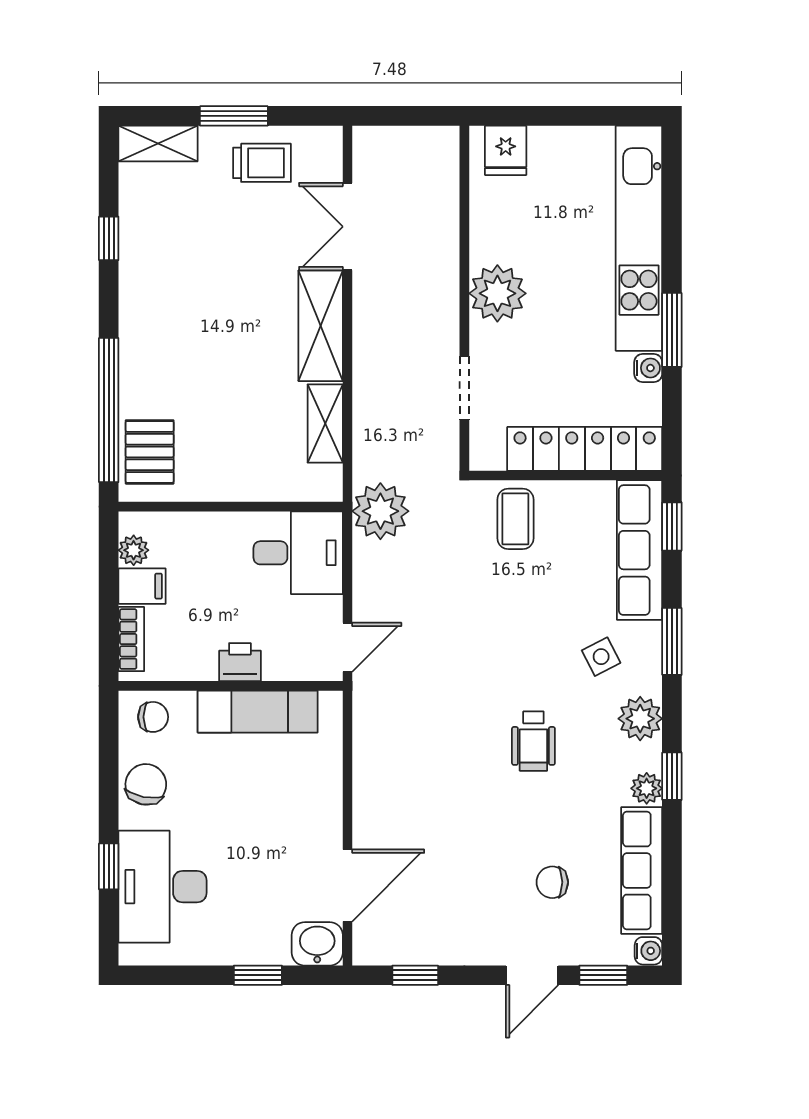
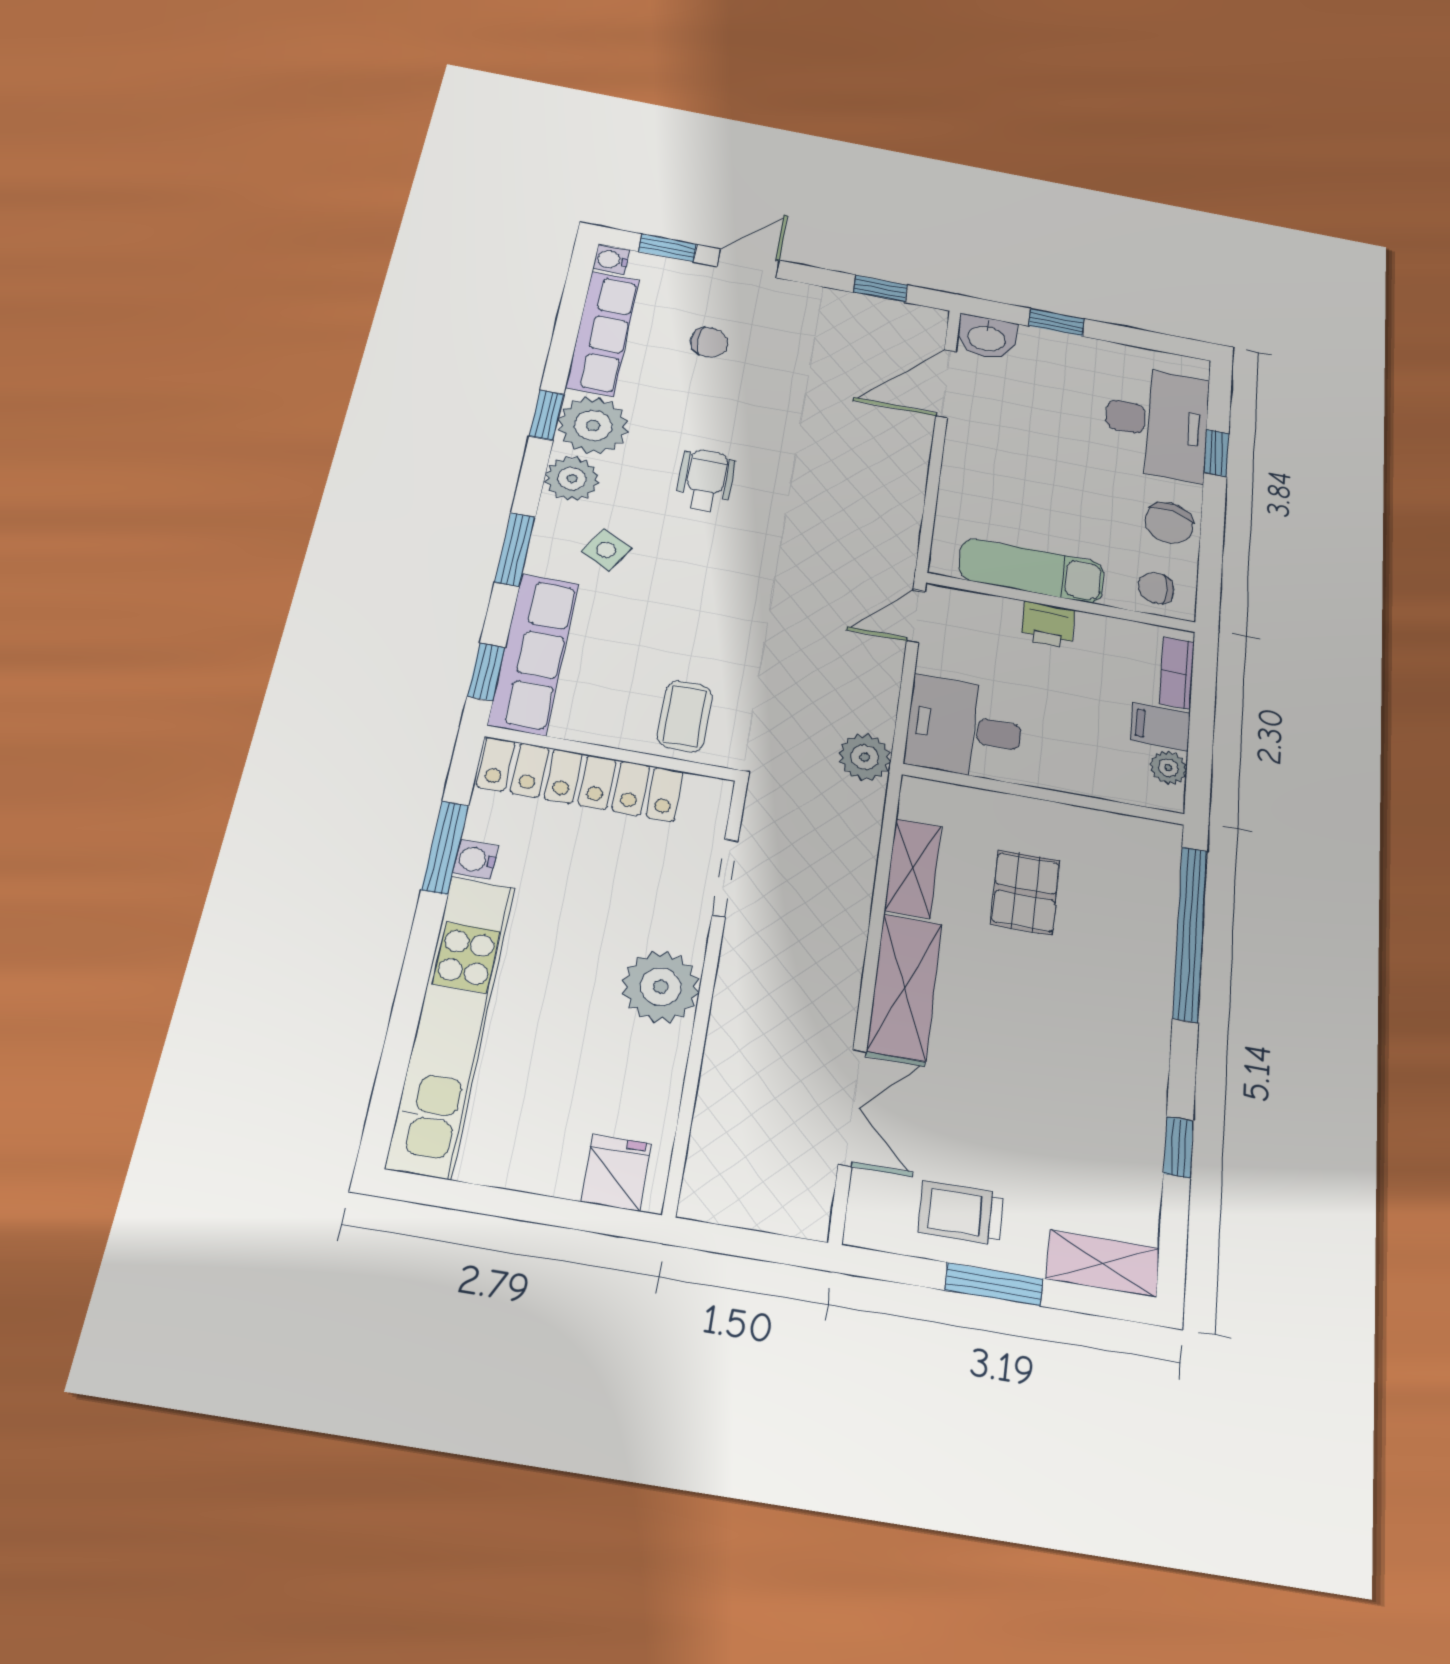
window: (672, 330) -> (445, 848), moved
pallet: (150, 452) -> (1025, 892), moved
plant: (380, 511) -> (865, 757), width x0.73, depth x0.73
side table: (601, 657) -> (606, 550), turned -34
plant: (647, 788) -> (593, 425), width x1.88, depth x1.88

